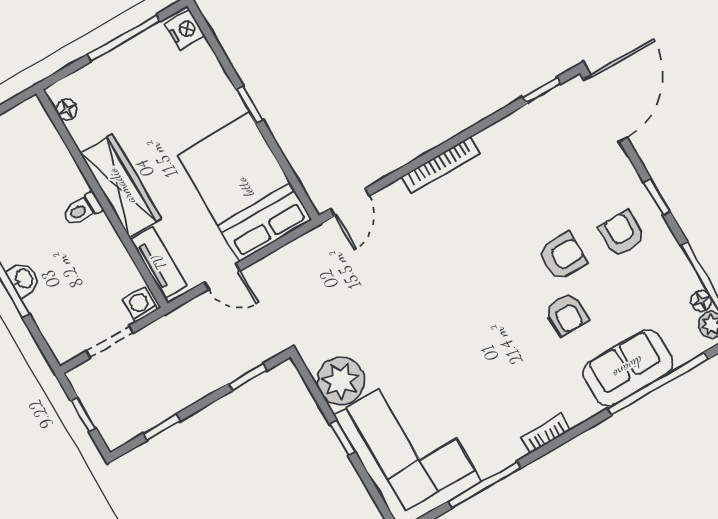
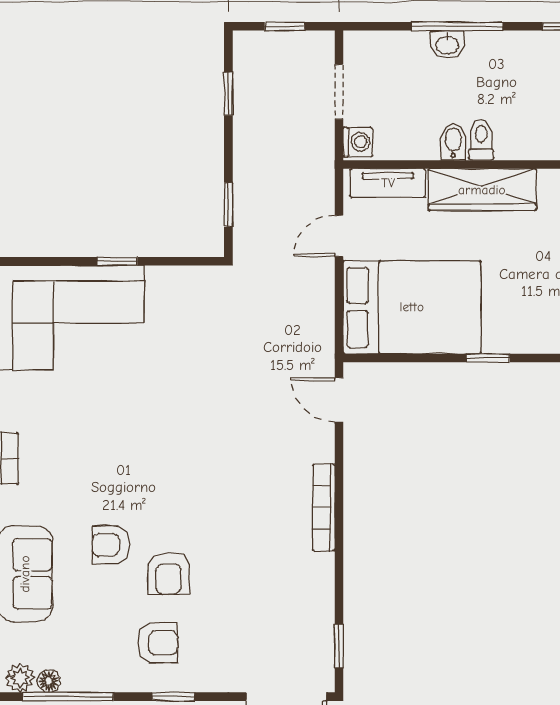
bidet: (97, 230) -> (453, 142), added
plant: (341, 381) -> (173, 291), removed

